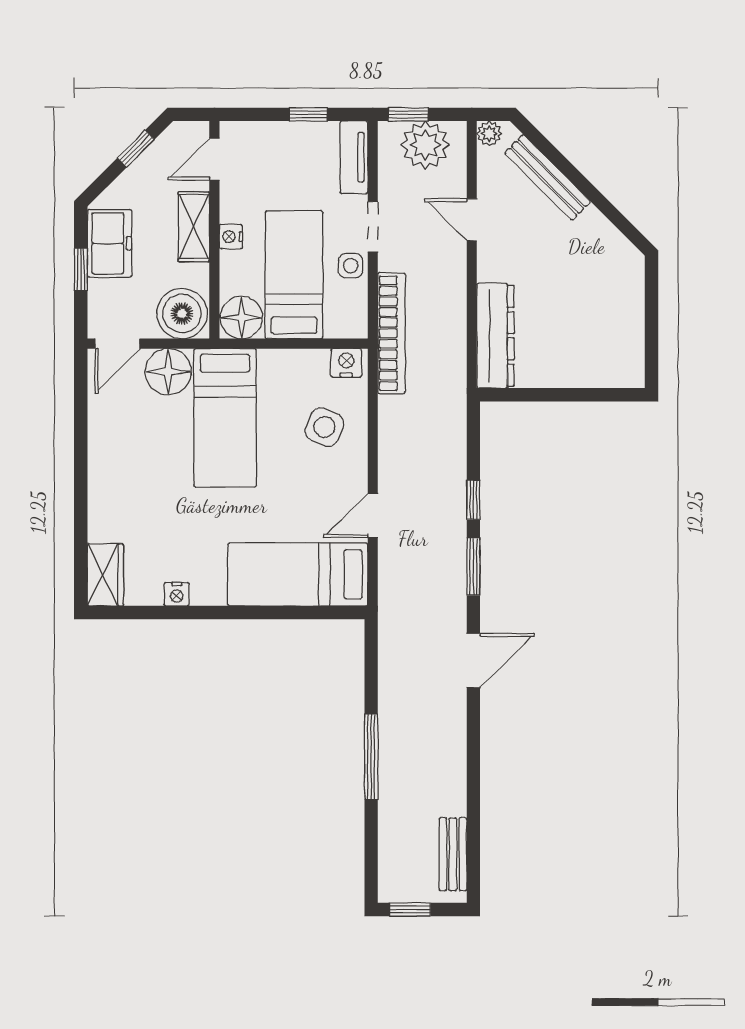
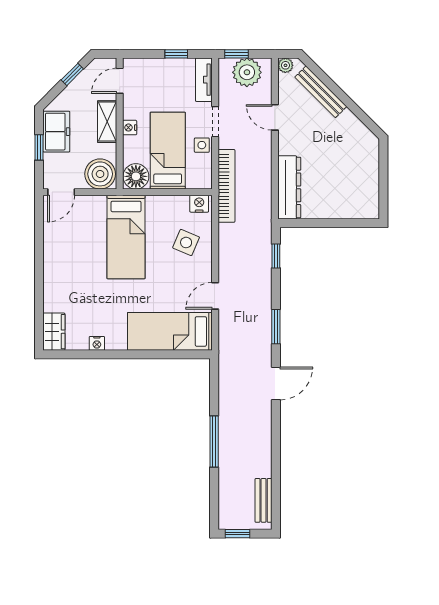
floor lamp: (168, 372) -> (92, 209), removed
window: (473, 500) -> (276, 256), moved

